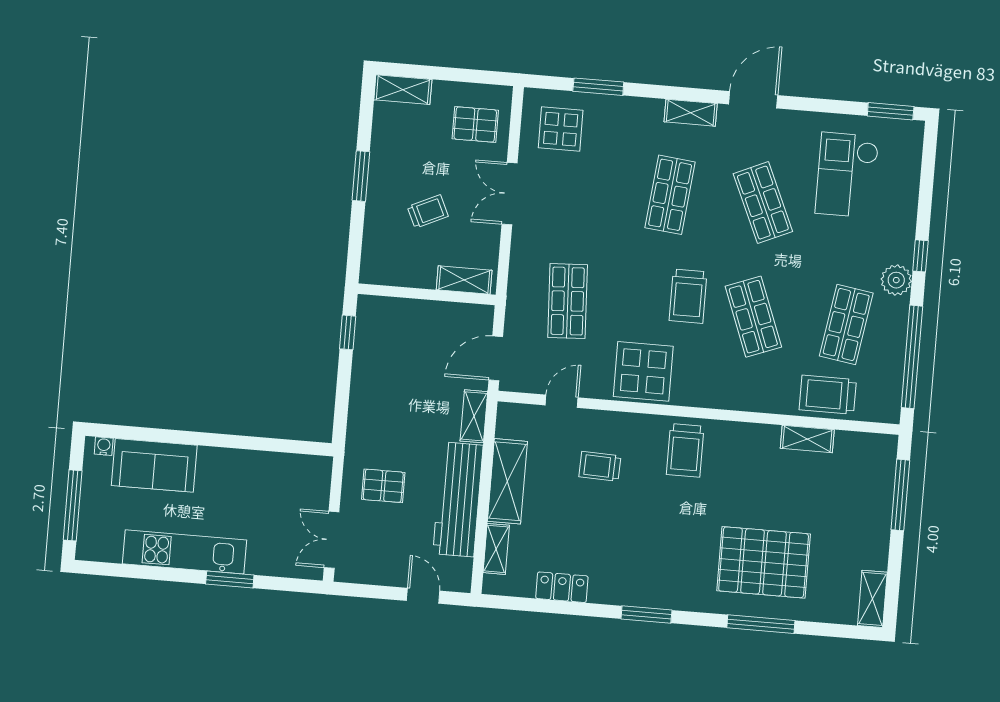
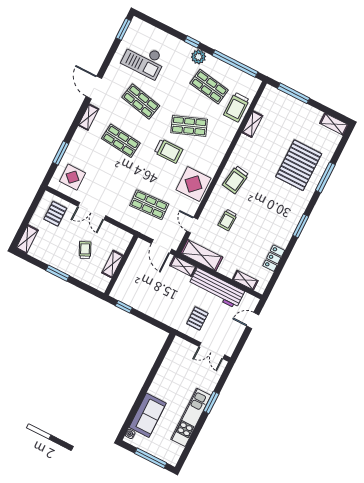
shop shelf: (763, 203) -> (141, 101), turned 36
shelving: (464, 280) -> (112, 264), moved
trolley: (685, 450) -> (236, 180), turned 99
shelving: (507, 481) -> (202, 255), moved

